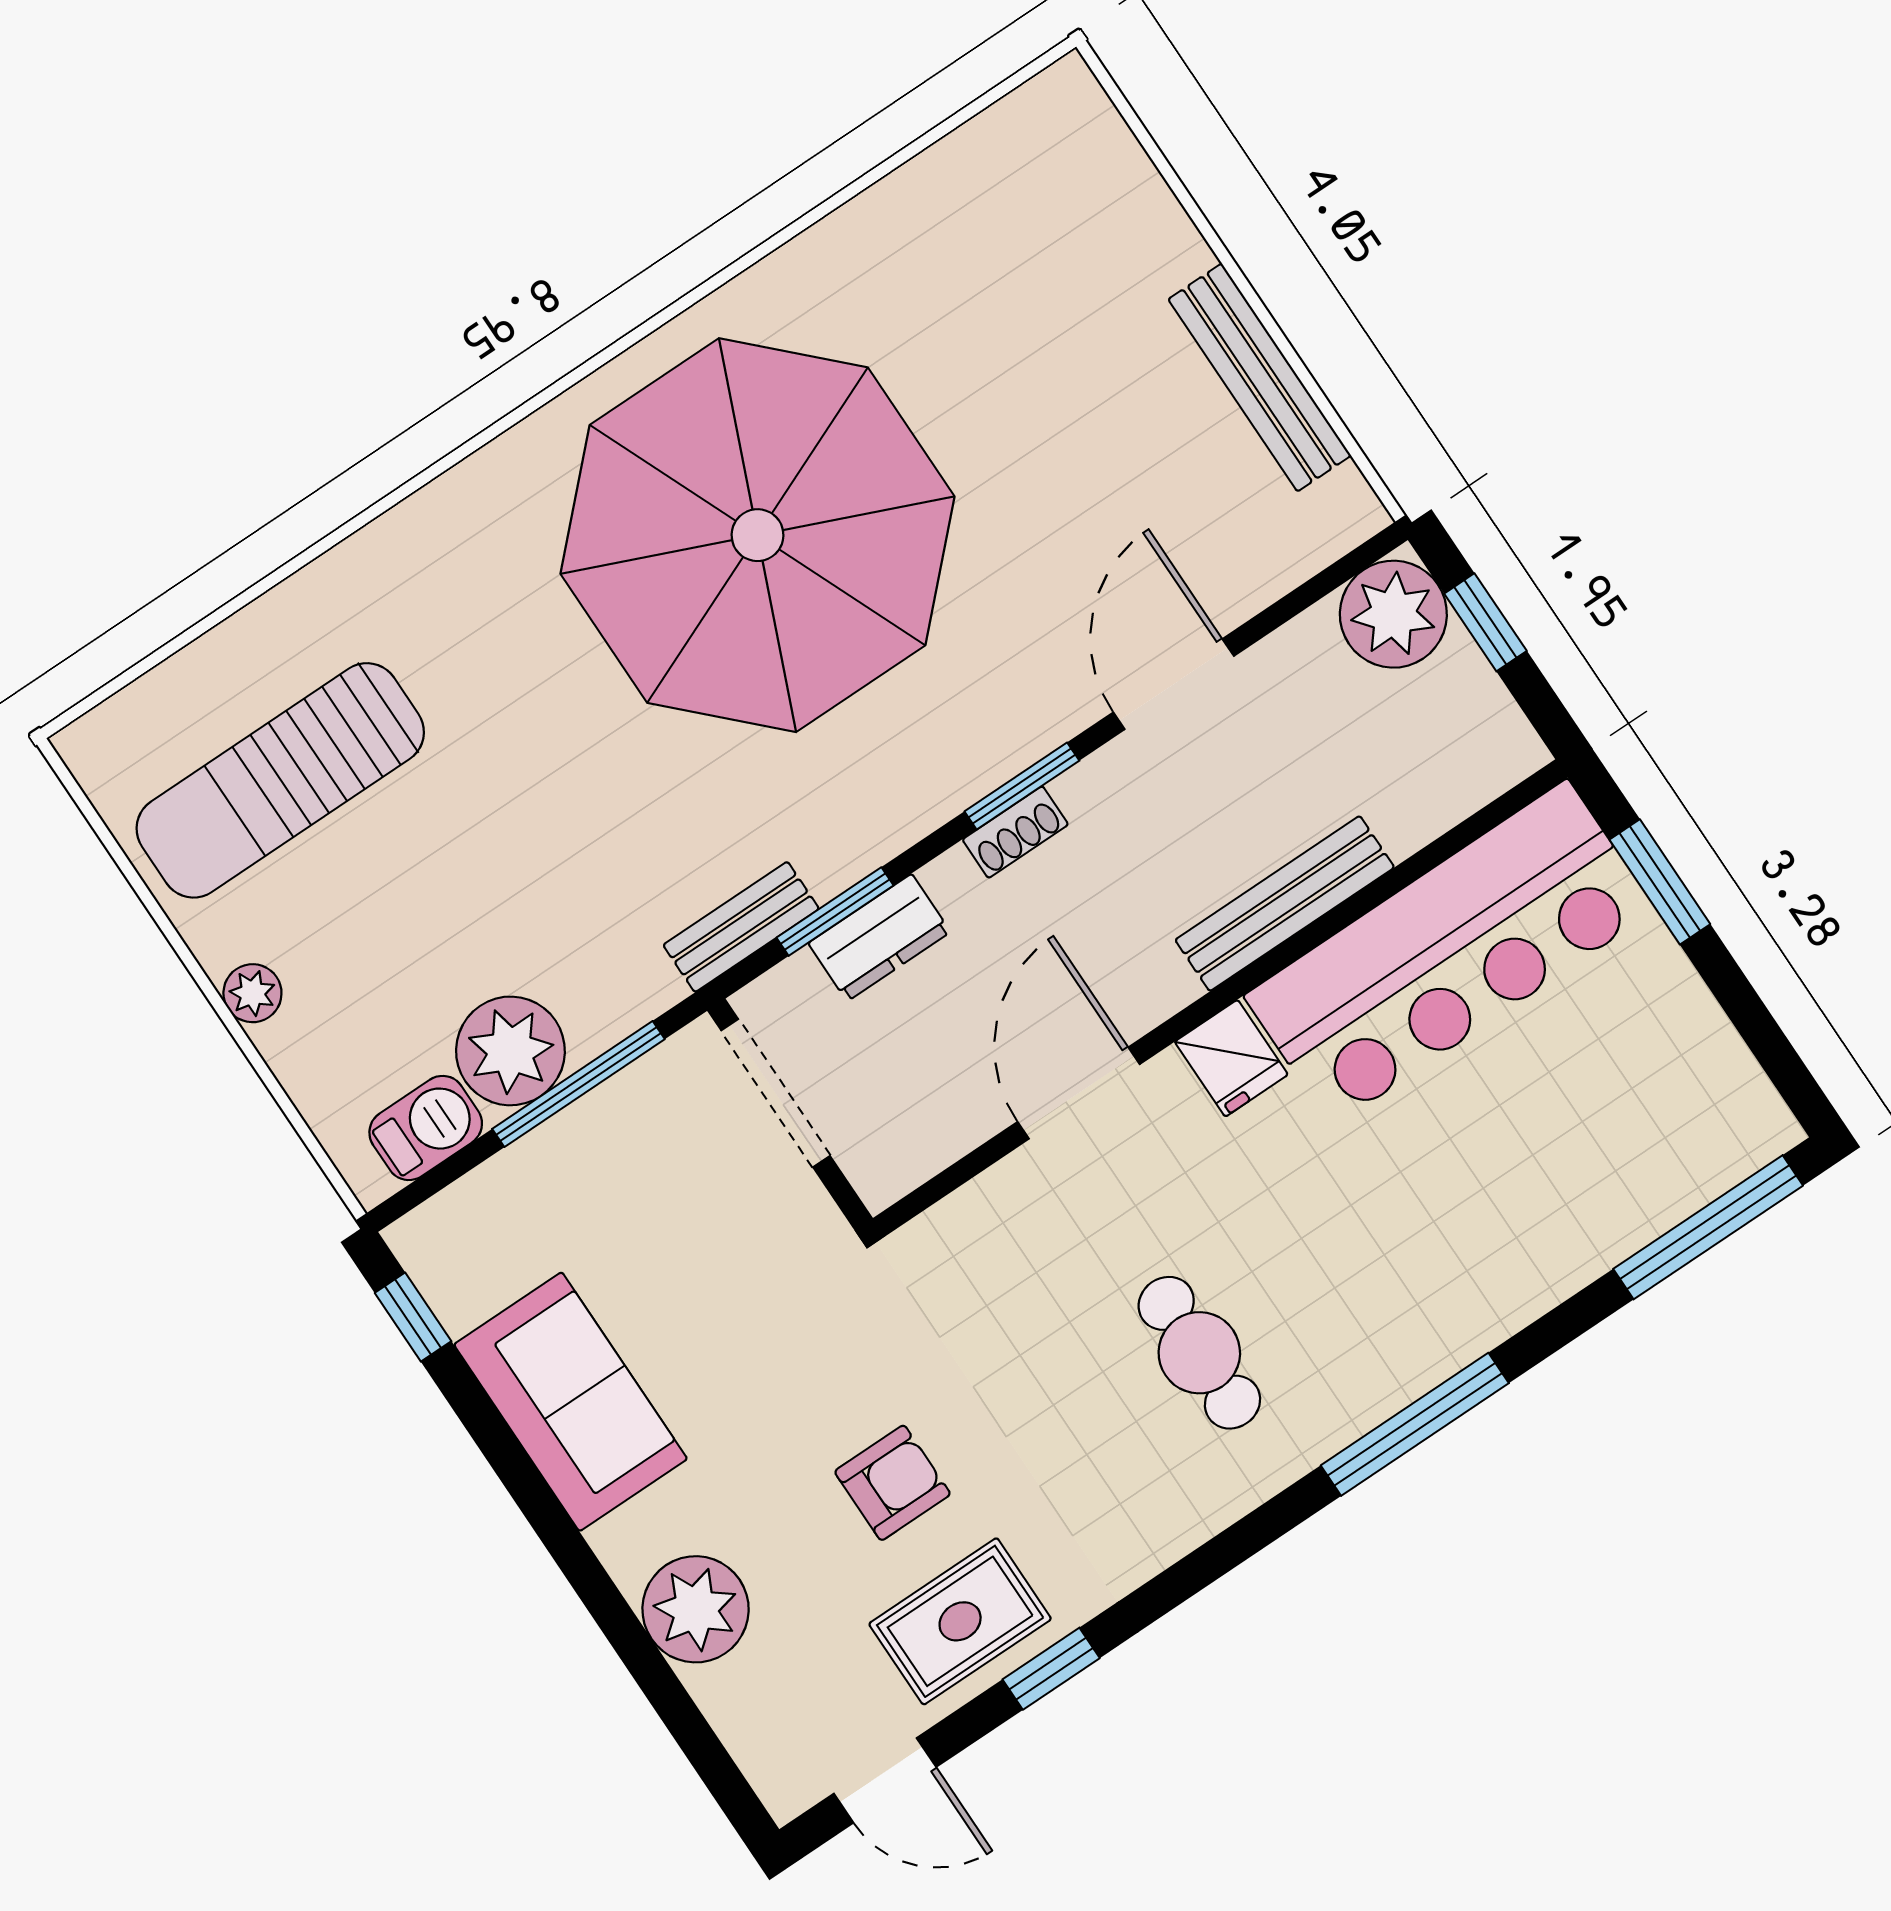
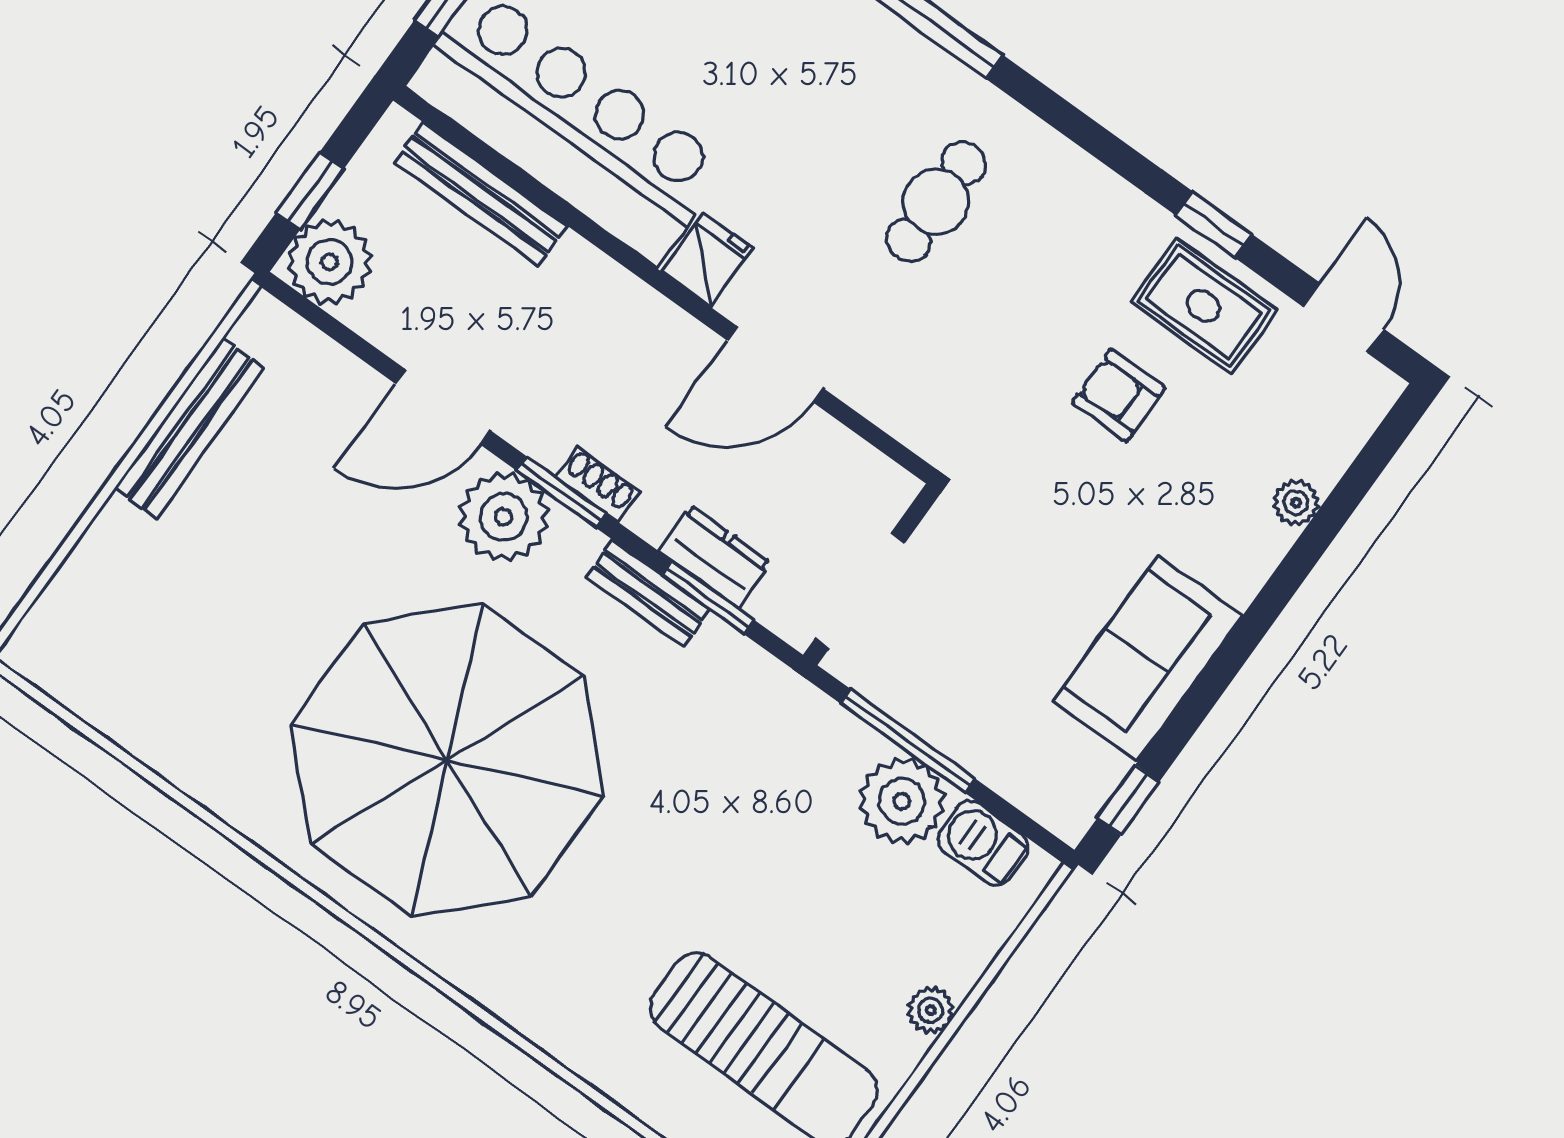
plant: (1018, 707) -> (504, 517), added
bench: (1285, 904) -> (481, 194), moved
bench: (741, 927) -> (648, 593), moved
plant: (696, 1609) -> (1296, 503), width x0.53, depth x0.53

